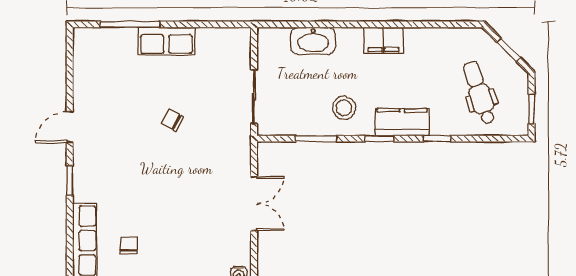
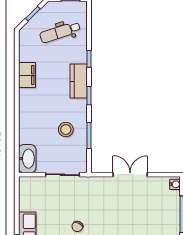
filing cabinet: (383, 40) -> (27, 75), moved
washbasin: (313, 41) -> (27, 159), moved
stool: (344, 108) -> (66, 130), moved

